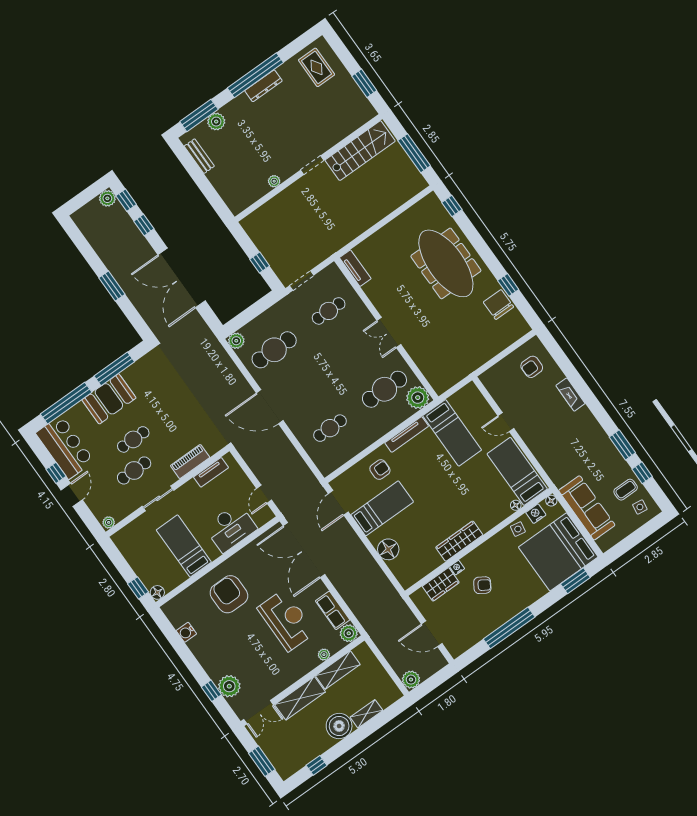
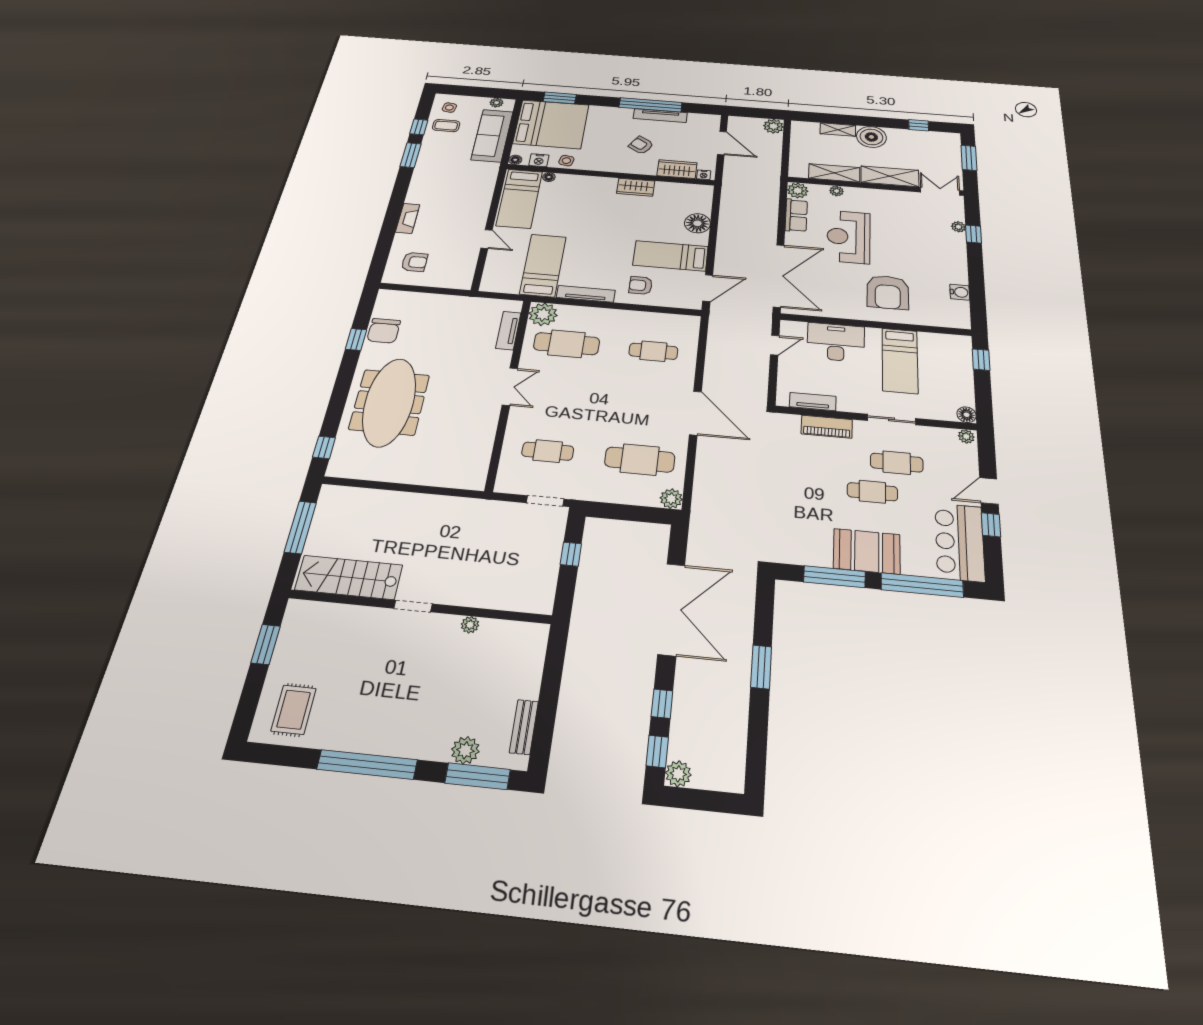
dresser: (263, 86) -> (371, 743), removed
tv unit: (355, 268) -> (508, 331), moved
plant: (613, 539) -> (497, 103), added
wardrobe: (459, 541) -> (636, 187), width x0.67
nightstand: (457, 568) -> (704, 175), moved
floor lamp: (157, 592) -> (967, 415), moved
tv unit: (494, 624) -> (660, 116), added
plant: (229, 686) -> (958, 227), width x0.53, depth x0.53

